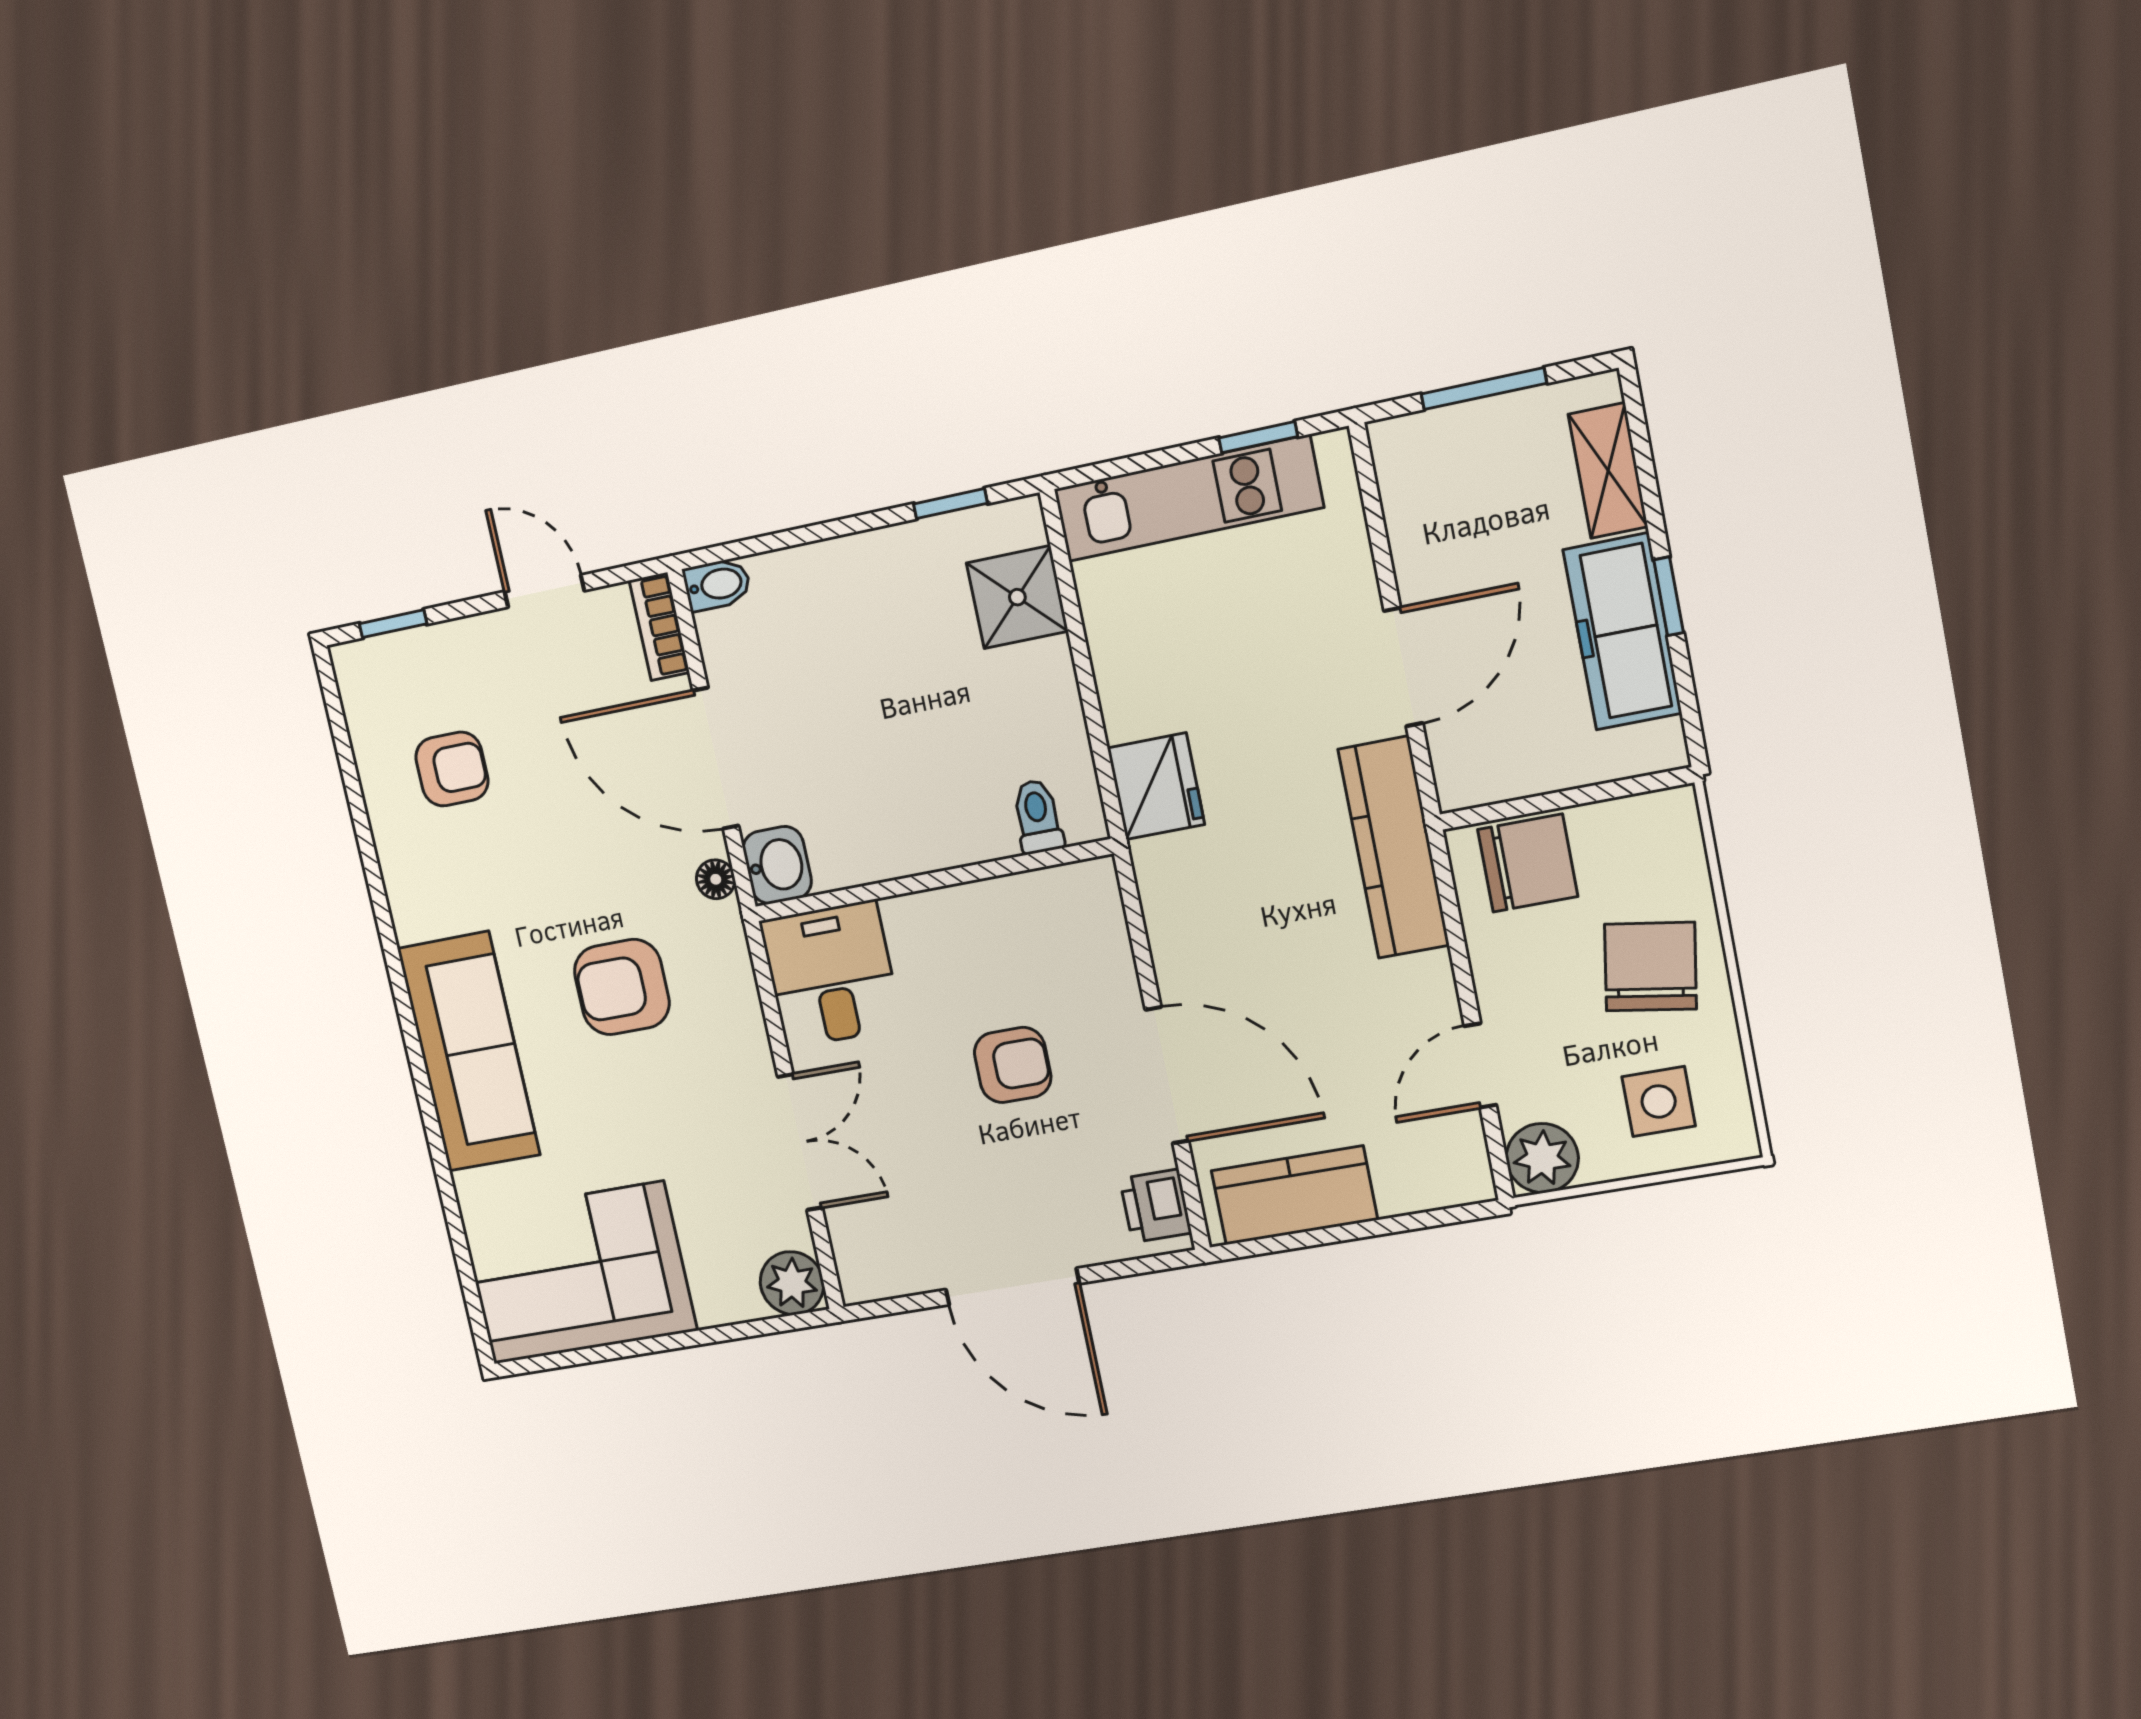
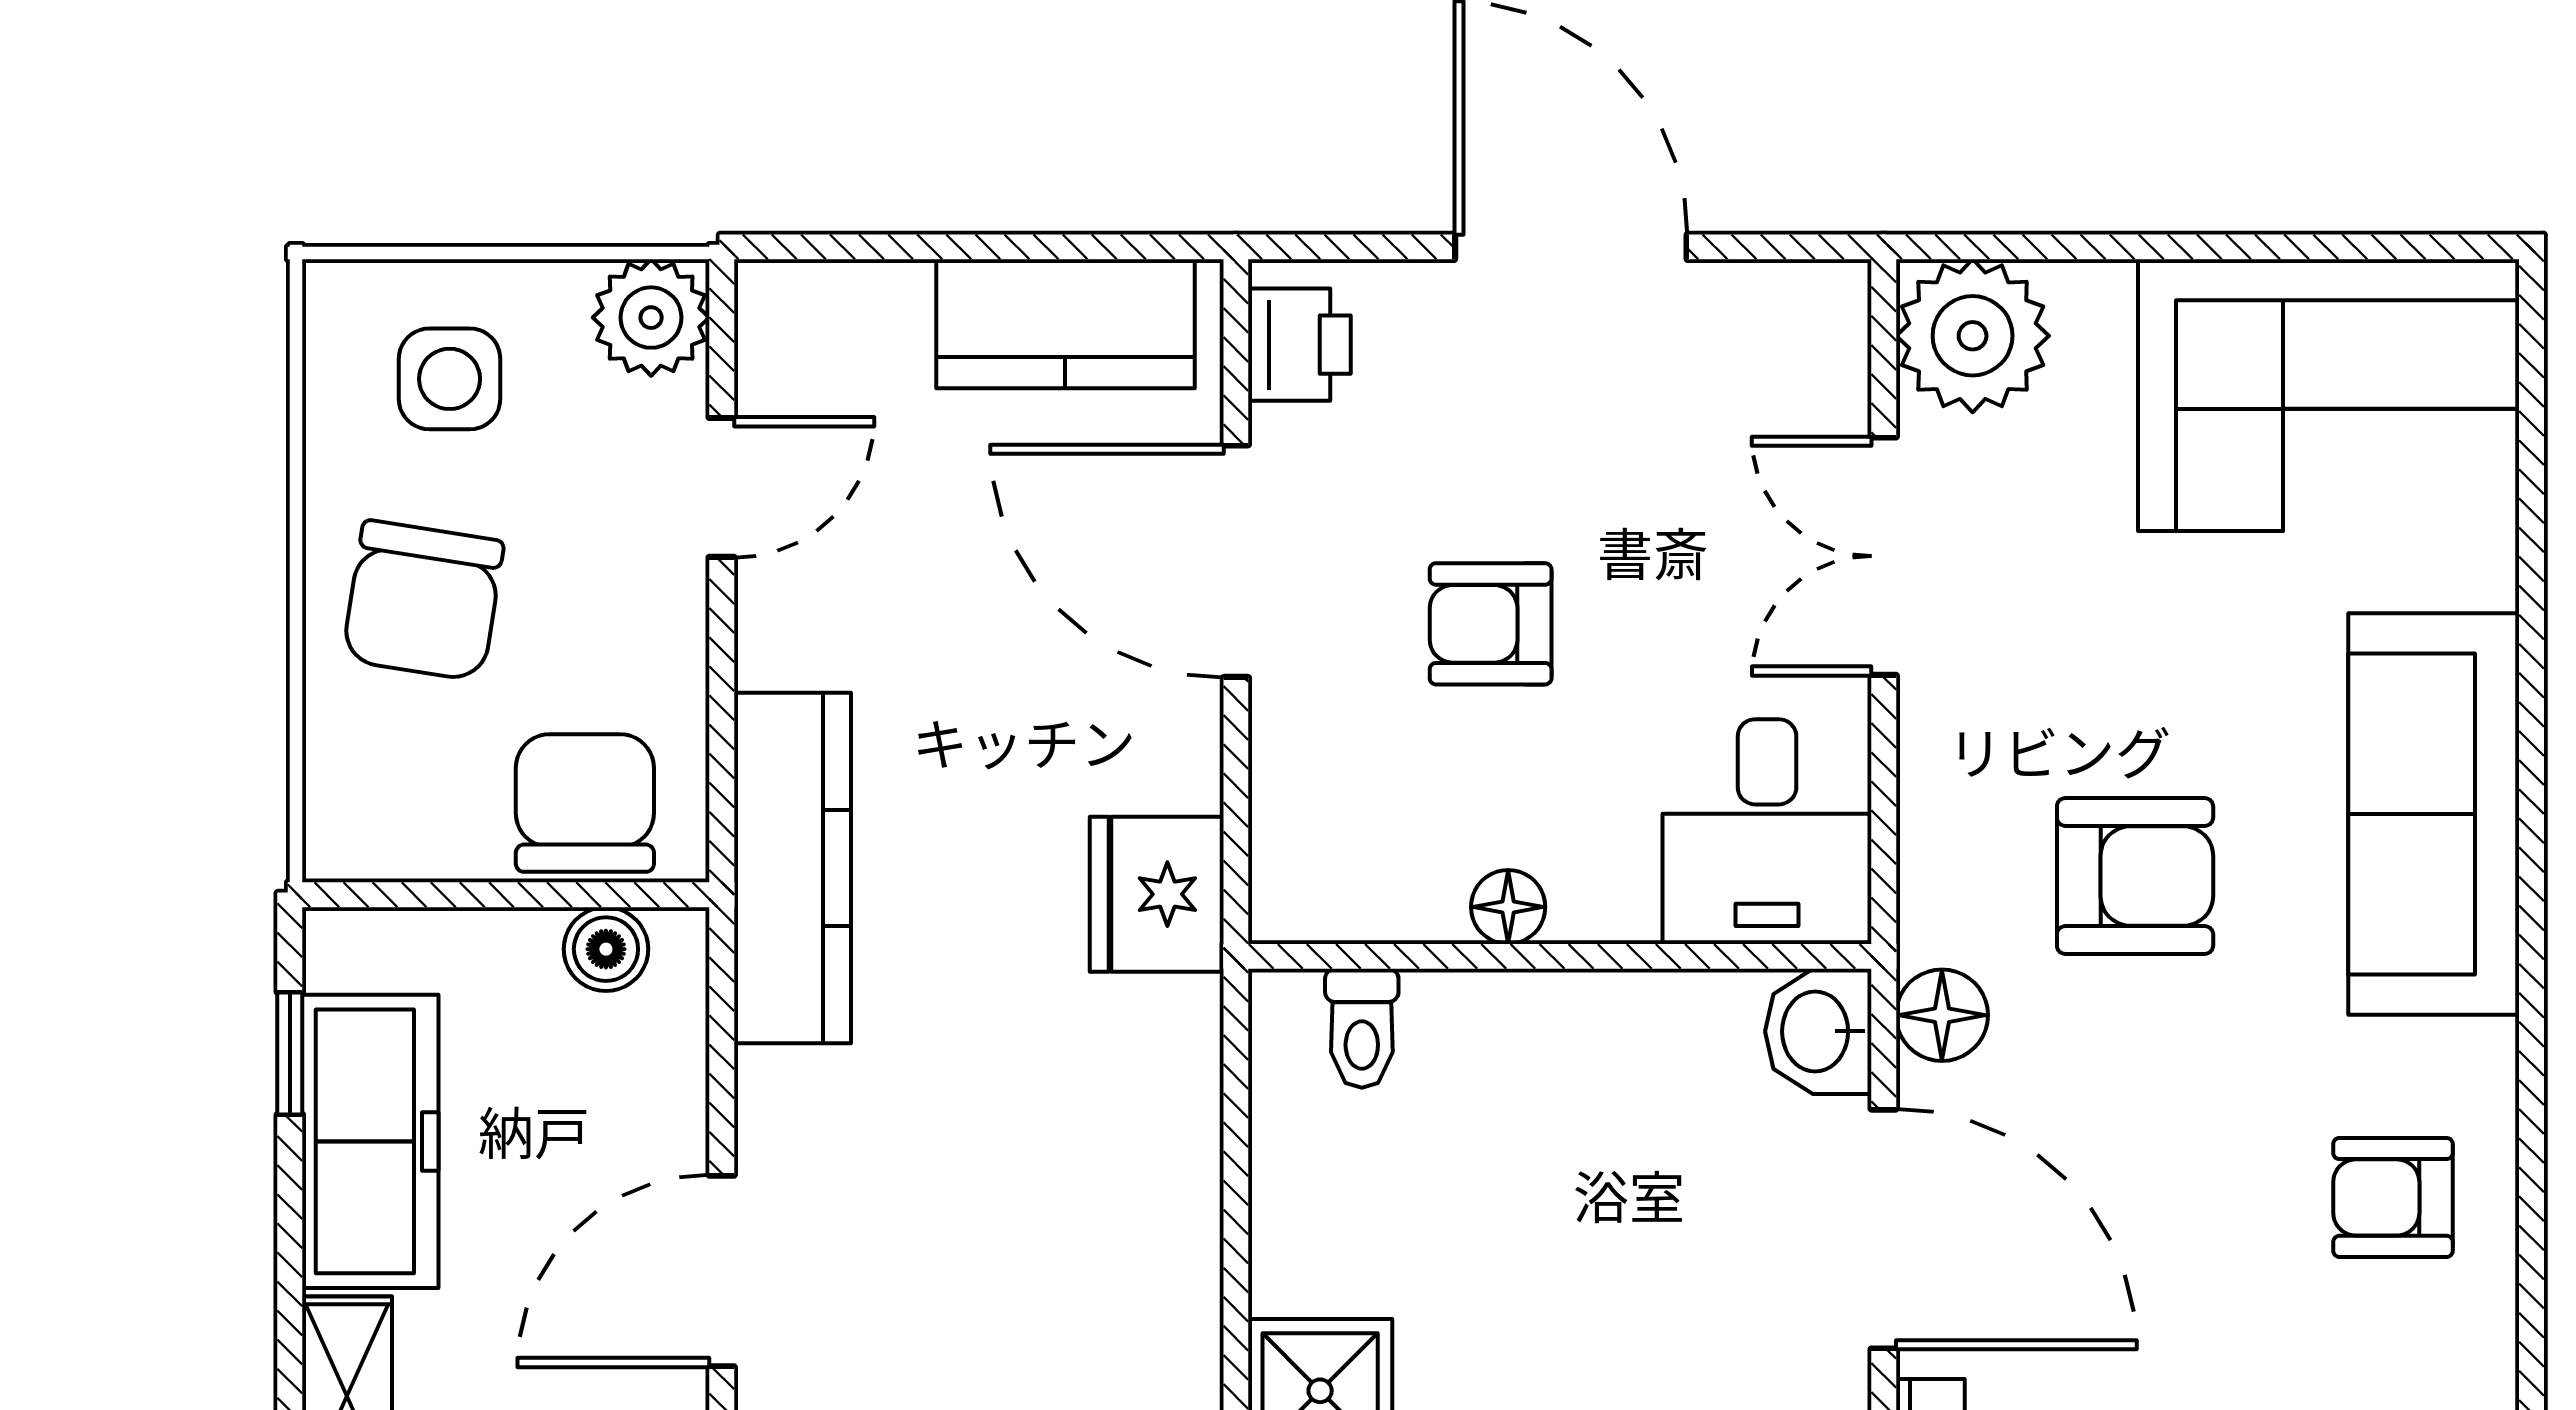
window: (1669, 596) -> (290, 1053), moved
door: (1403, 667) -> (722, 1271), moved
armchair: (452, 769) -> (2393, 1197), moved
boiler: (1498, 777) -> (606, 949), added
fridge: (1156, 786) -> (1157, 894), moved
chair: (1528, 863) -> (585, 803), turned 90
floor lamp: (716, 879) -> (1942, 1015), width x1.37, depth x1.37
floor lamp: (968, 904) -> (1508, 907), added
plant: (792, 1283) -> (1973, 336), width x1.36, depth x1.36

